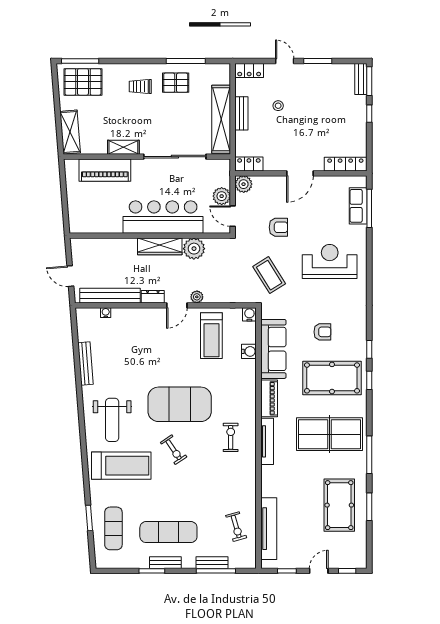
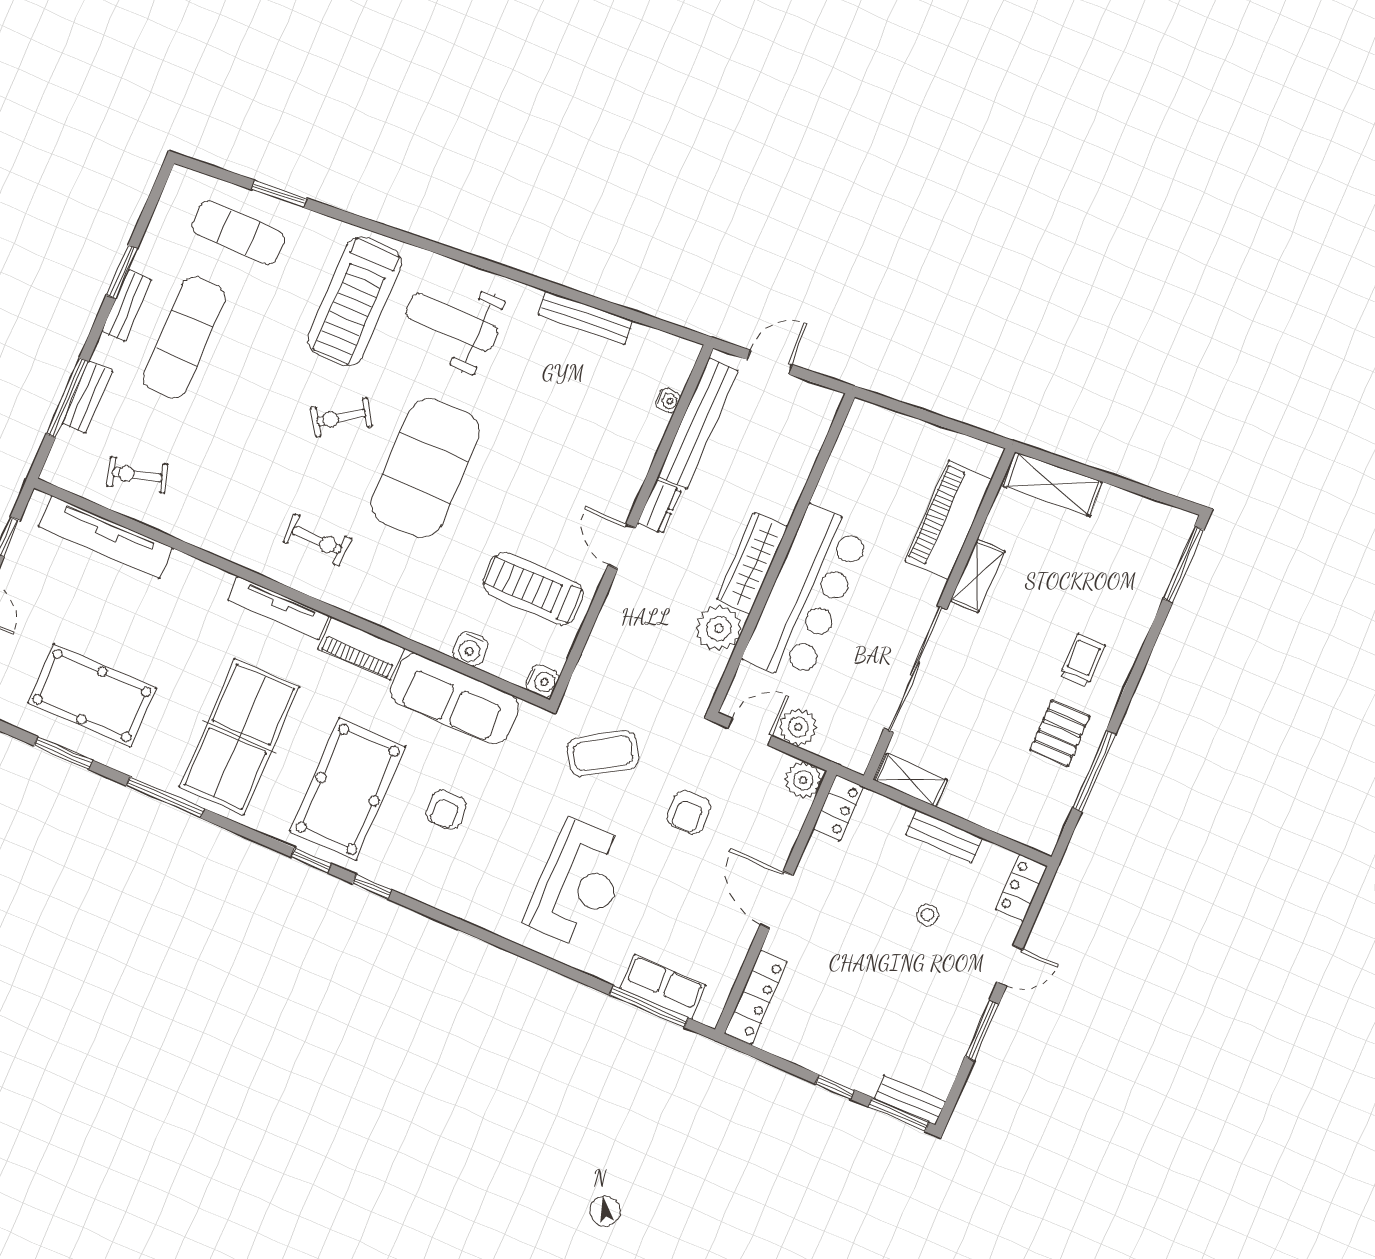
pallet: (83, 82) -> (1140, 552), removed
shelving: (221, 119) -> (911, 780), width x0.45, depth x0.75
plant: (197, 297) -> (622, 593), removed

